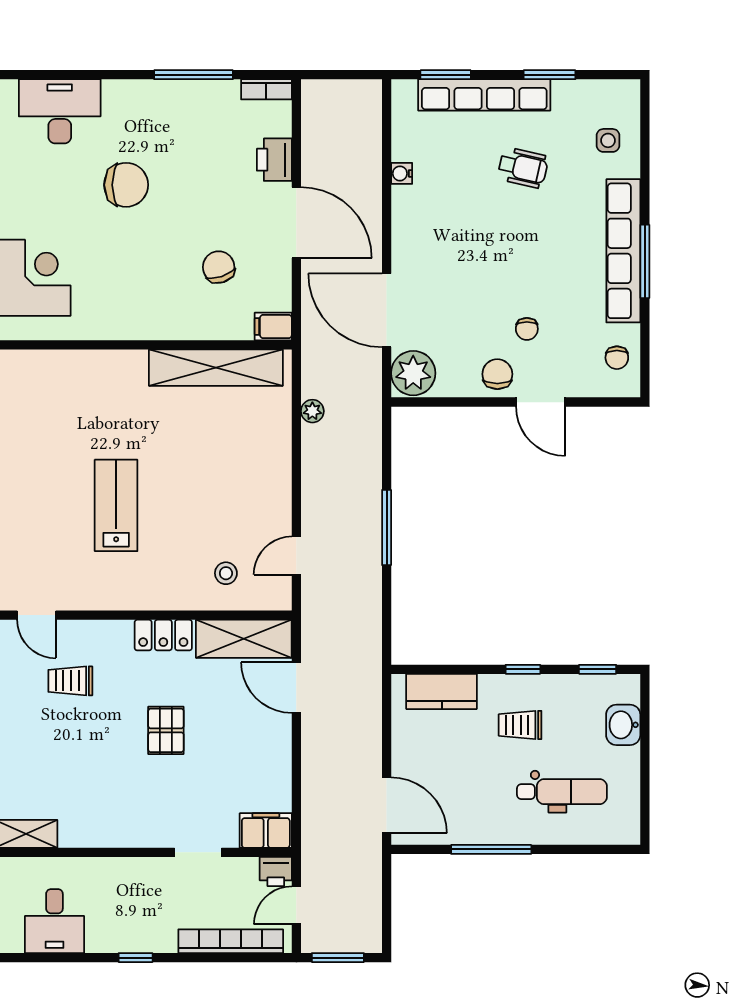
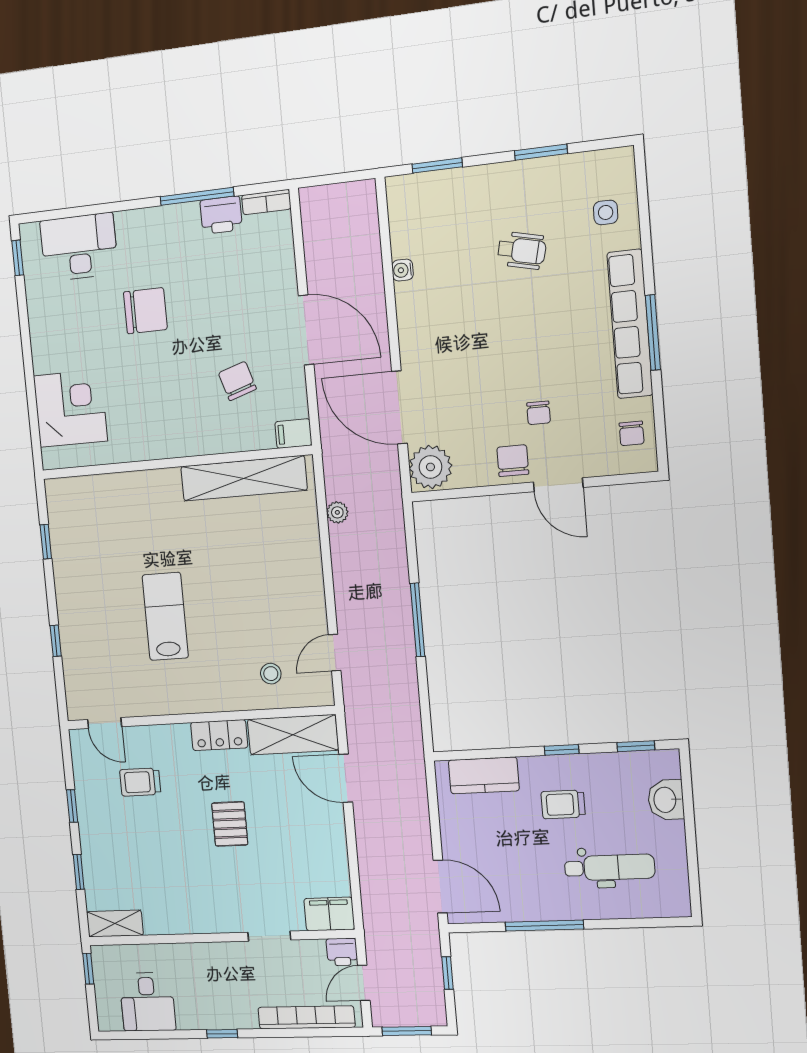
row of seats: (484, 95) -> (477, 181), removed
printer: (274, 160) -> (221, 215), moved, turned -90
window: (387, 897) -> (448, 973), added

